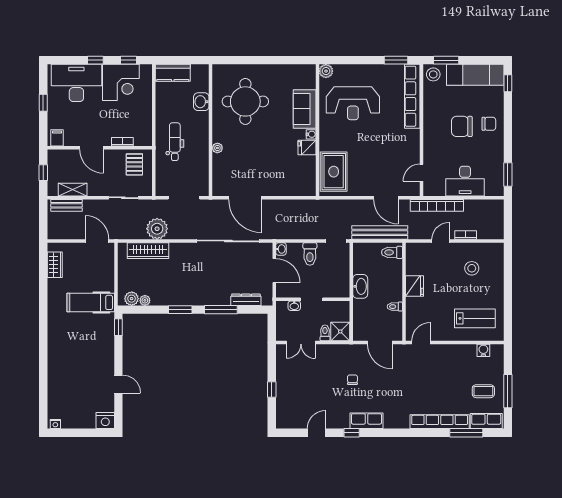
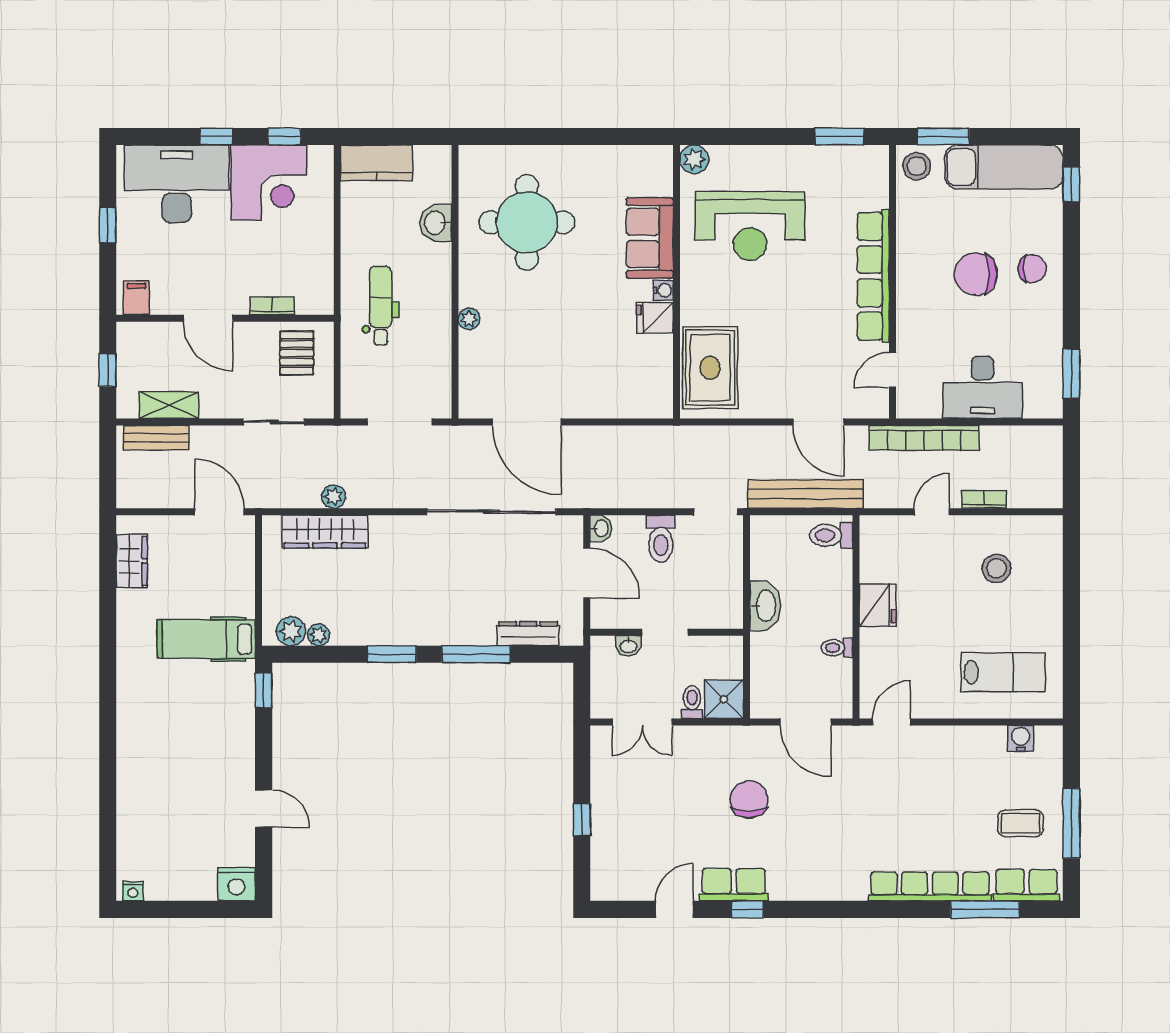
row of seats: (412, 96) -> (873, 276), moved
plant: (157, 229) -> (334, 497), width x0.53, depth x0.53
chair: (352, 380) -> (749, 799), width x1.87, depth x1.87
row of seats: (366, 421) -> (734, 885), moved

